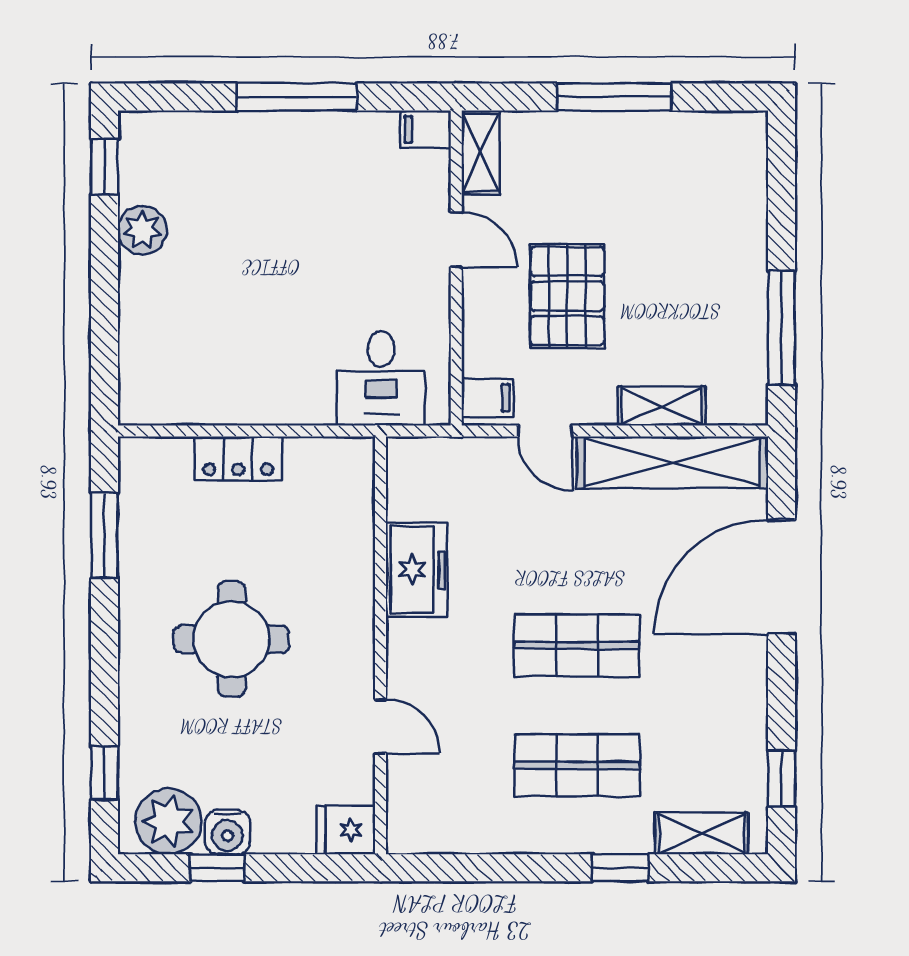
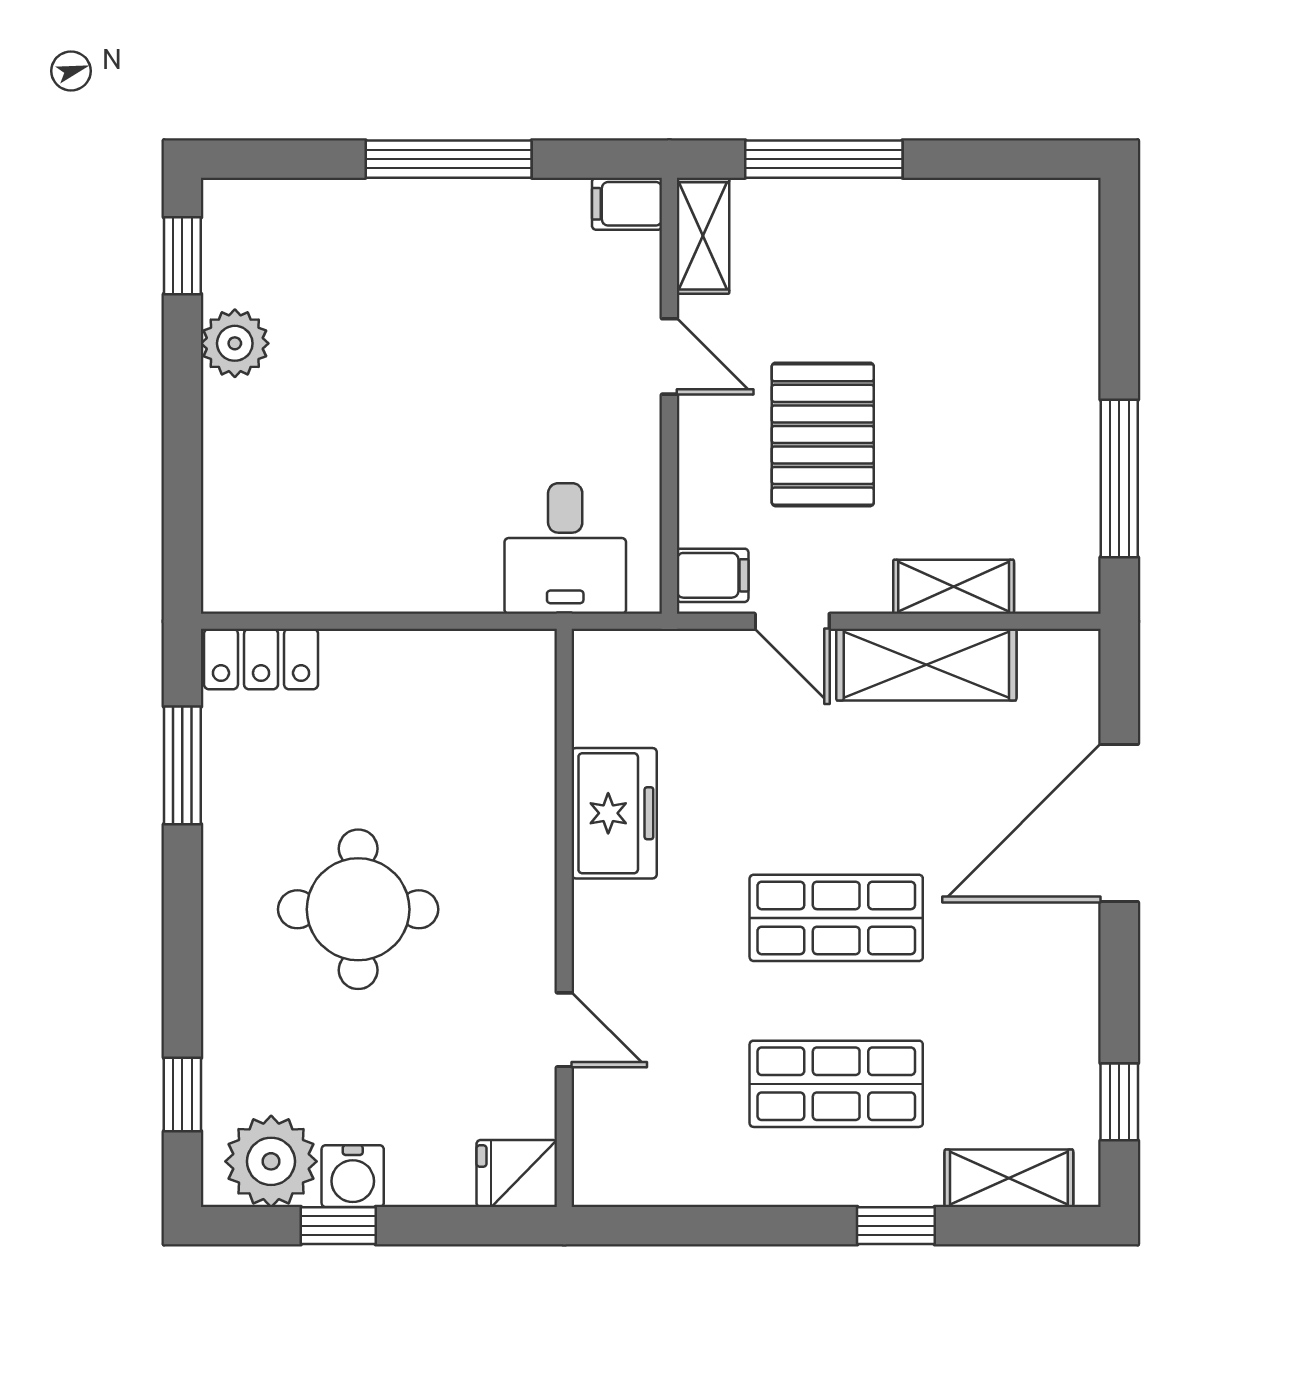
window: (614, 97) -> (824, 159), moved
locker: (238, 458) -> (261, 659), moved
shelving: (672, 462) -> (926, 665), width x0.68

